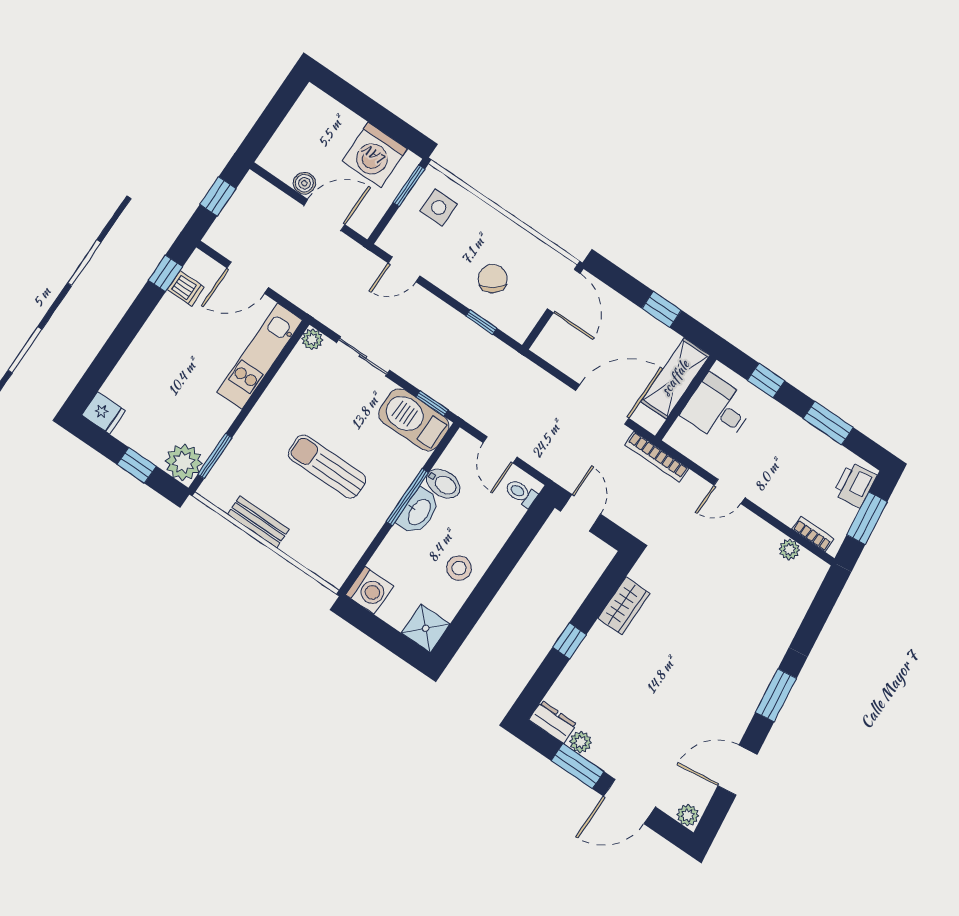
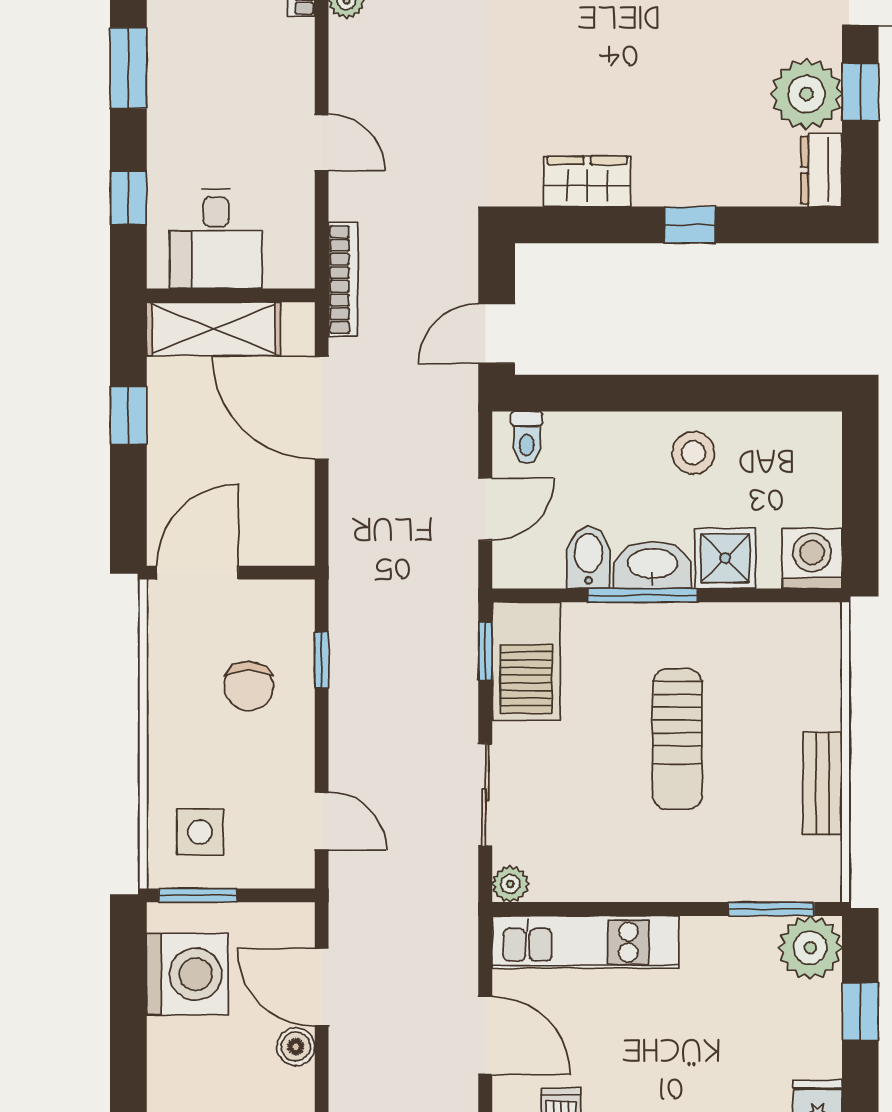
chair: (493, 279) -> (249, 686), turned -54
shower: (426, 628) -> (725, 558), moved
plant: (581, 742) -> (806, 94), width x1.87, depth x1.87
window: (578, 766) -> (860, 92), width x0.67

